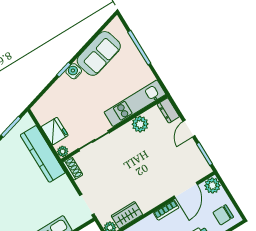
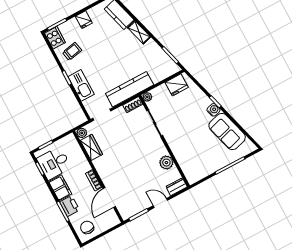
kitchen unit: (135, 103) -> (184, 159), removed
fridge: (55, 131) -> (177, 85), moved
kitchen counter: (43, 154) -> (130, 89), moved
plant: (212, 186) -> (112, 220), removed
door: (186, 190) -> (109, 198), hinge flipped

